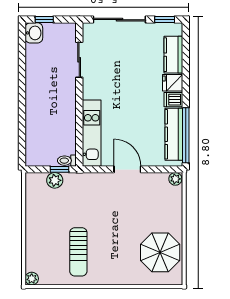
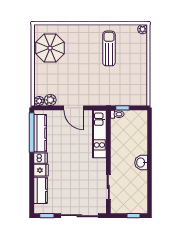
washbasin: (34, 33) -> (141, 163), moved
plant: (55, 180) -> (50, 100), moved

